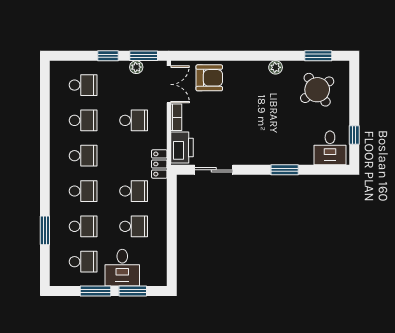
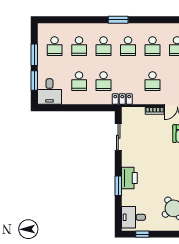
printer: (182, 147) -> (129, 178), moved, turned -90
window: (45, 230) -> (118, 20), moved
desk: (122, 268) -> (49, 91), moved, turned -90

